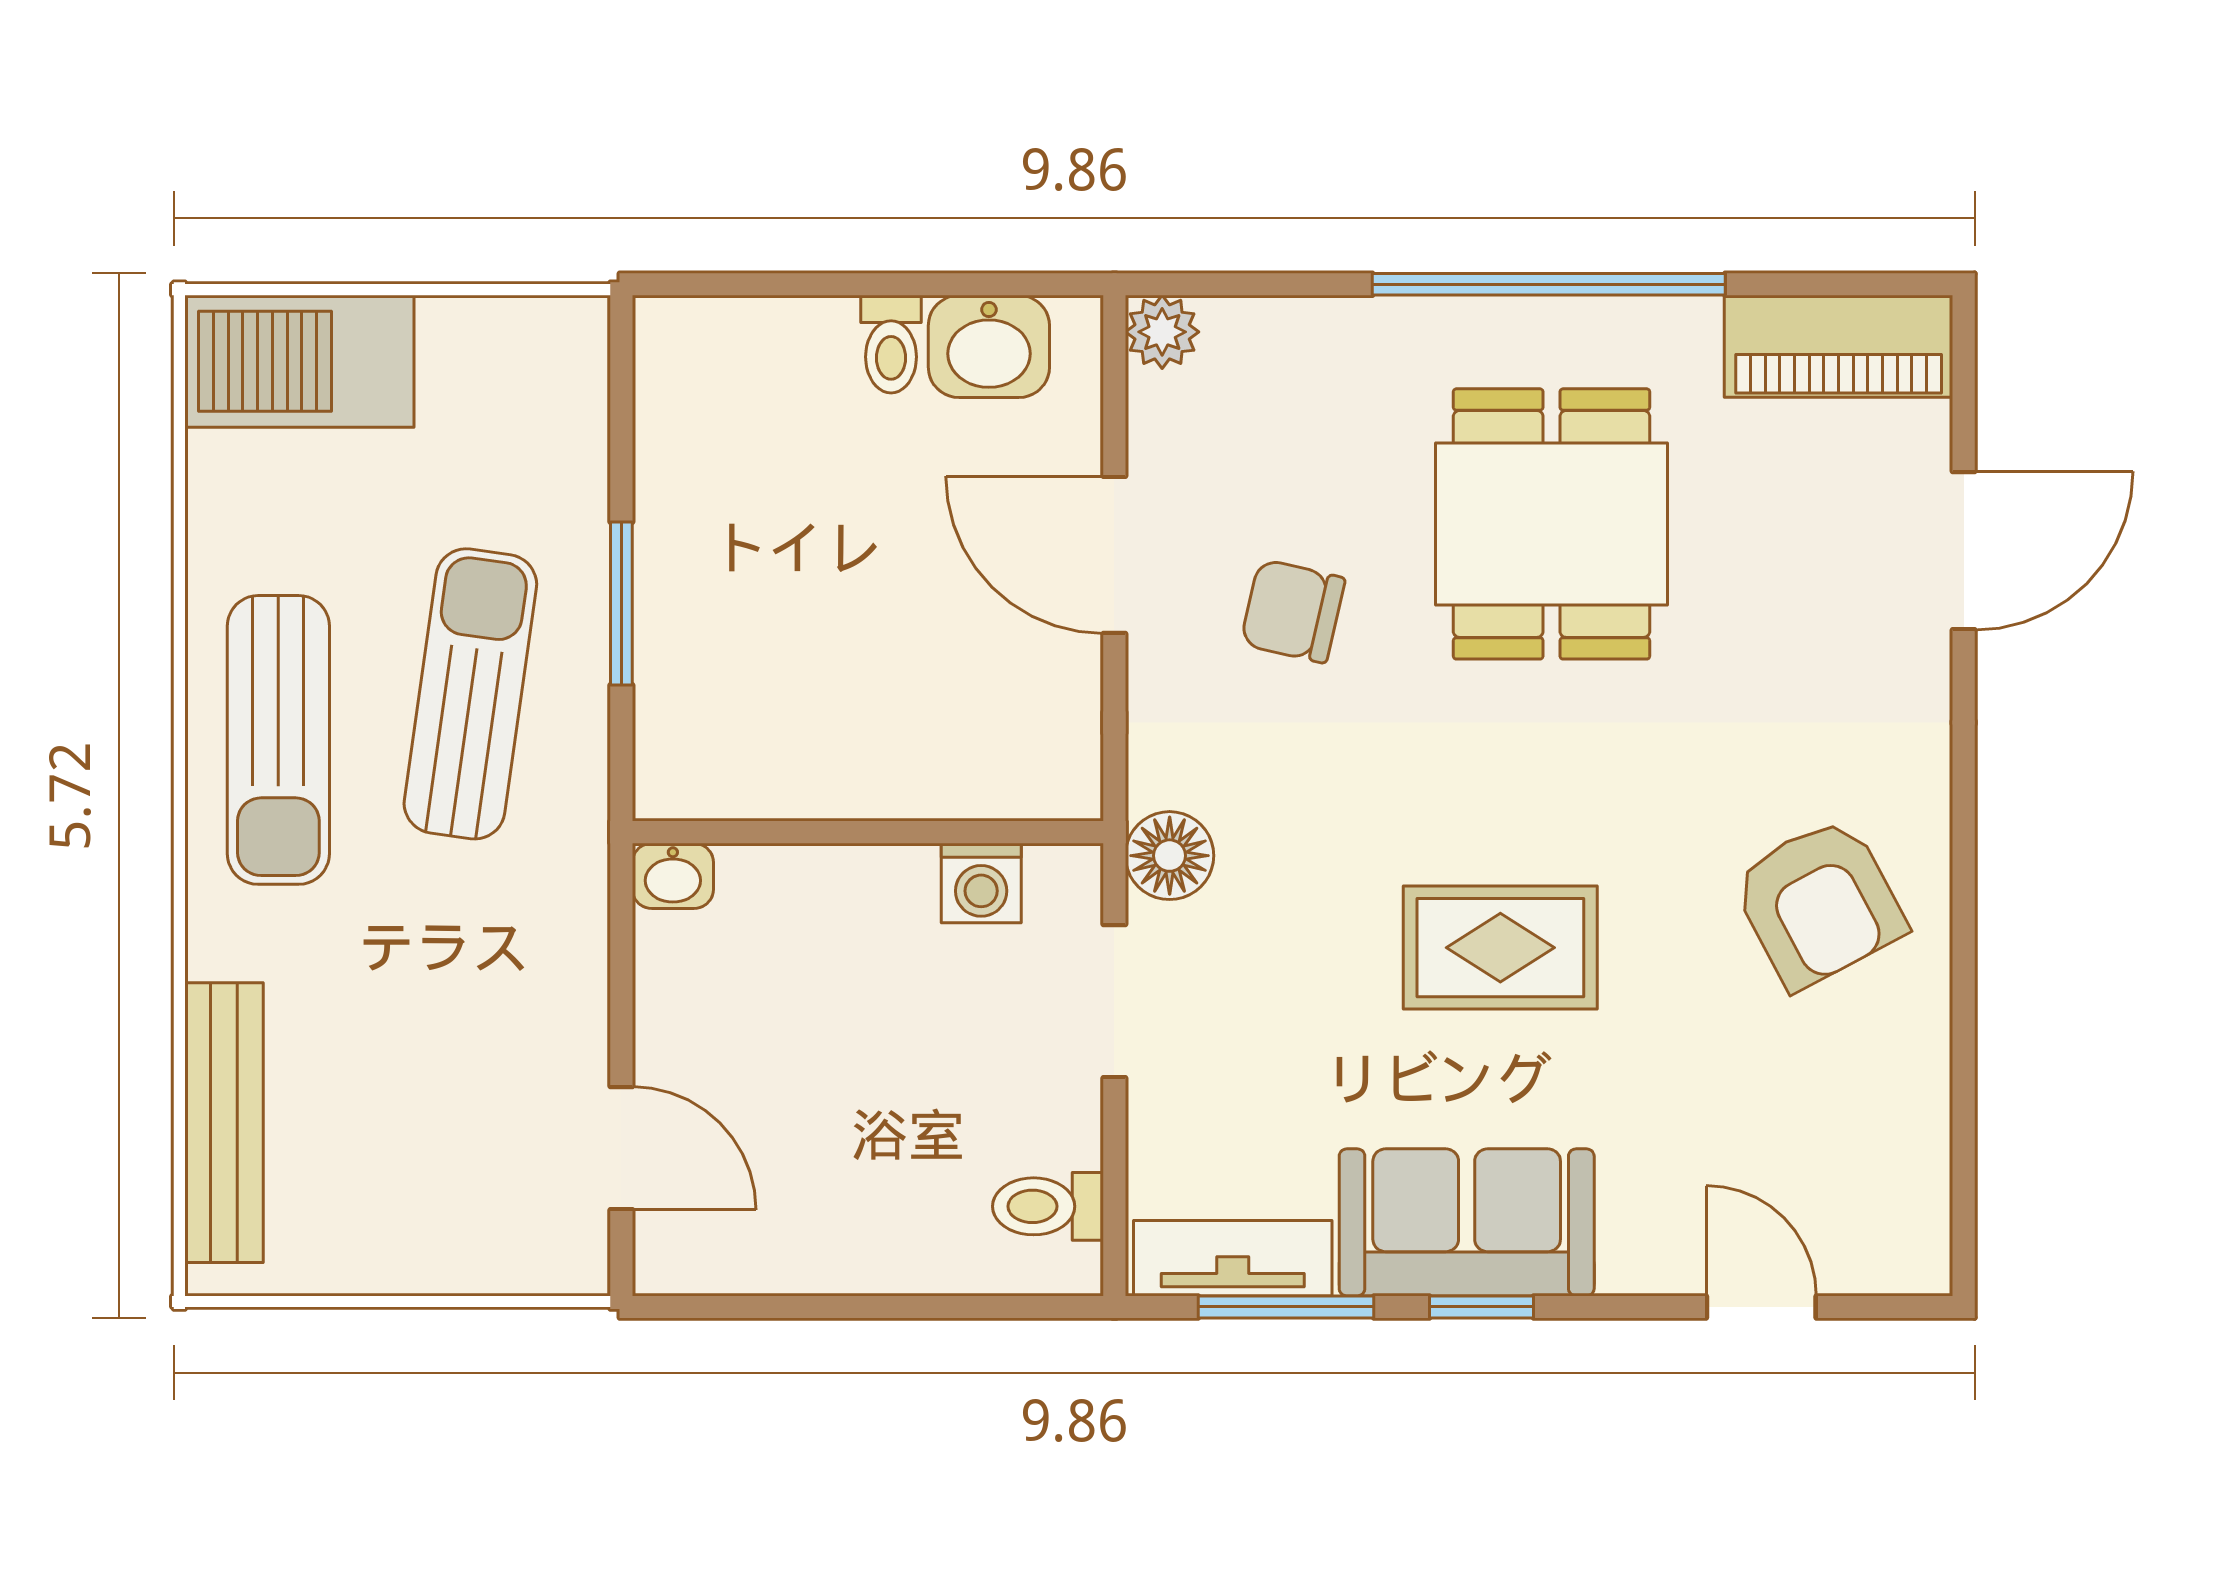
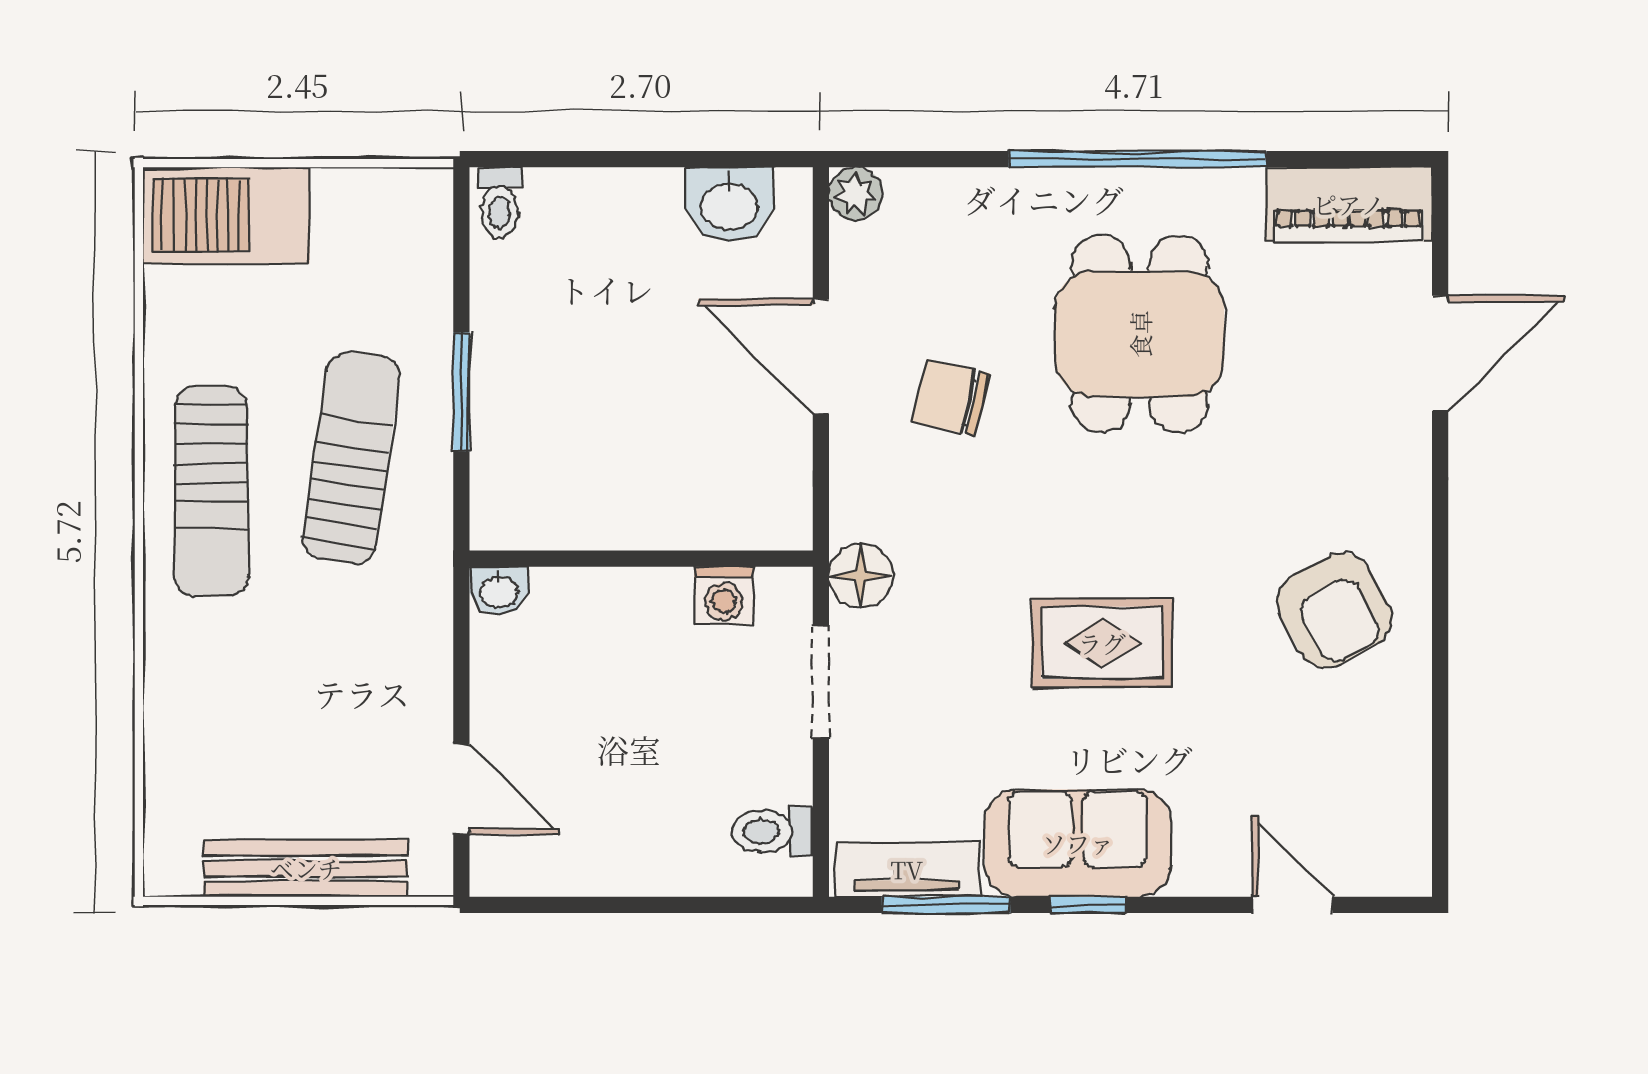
toilet: (891, 344) -> (500, 203), moved
bench: (224, 1123) -> (306, 868), moved, turned 90

